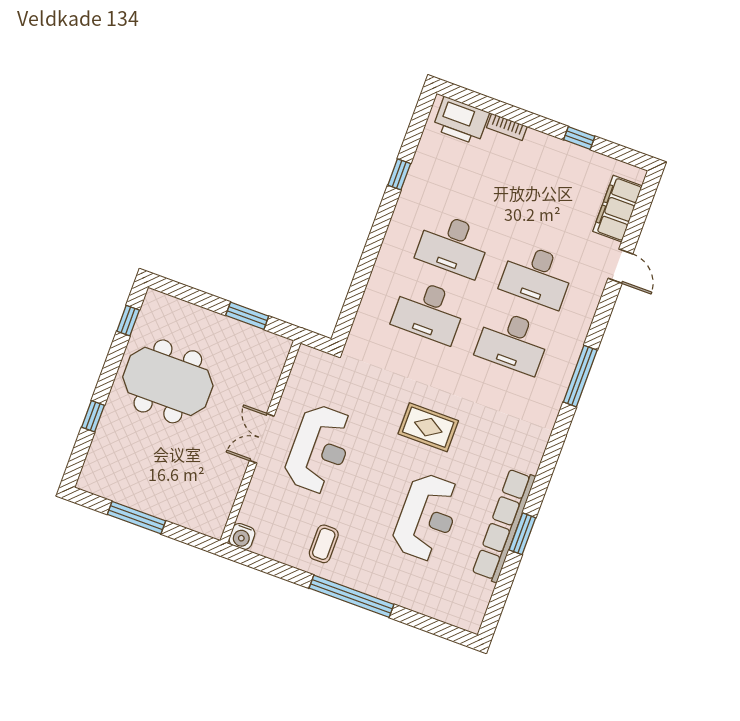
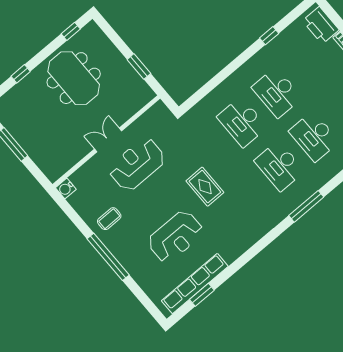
reception desk: (319, 449) -> (137, 164), turned 180
row of seats: (504, 525) -> (195, 284), moved
window: (522, 534) -> (202, 295), moved

